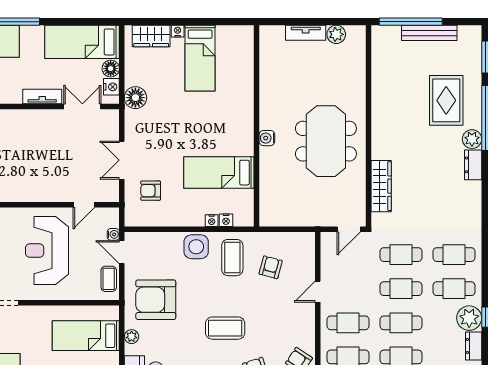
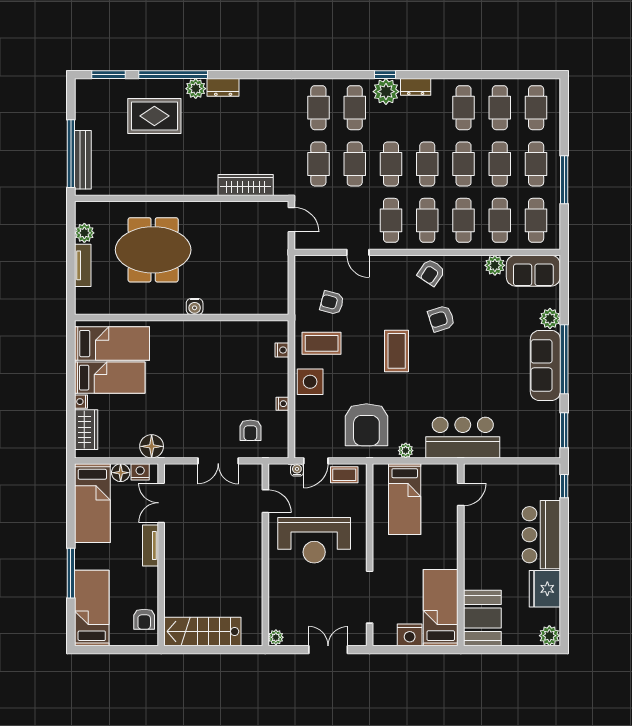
bench: (429, 33) -> (83, 160), moved
meeting table: (326, 141) -> (153, 250), moved
bed: (219, 173) -> (112, 344), moved, turned -90
nightstand: (212, 221) -> (282, 404), moved

